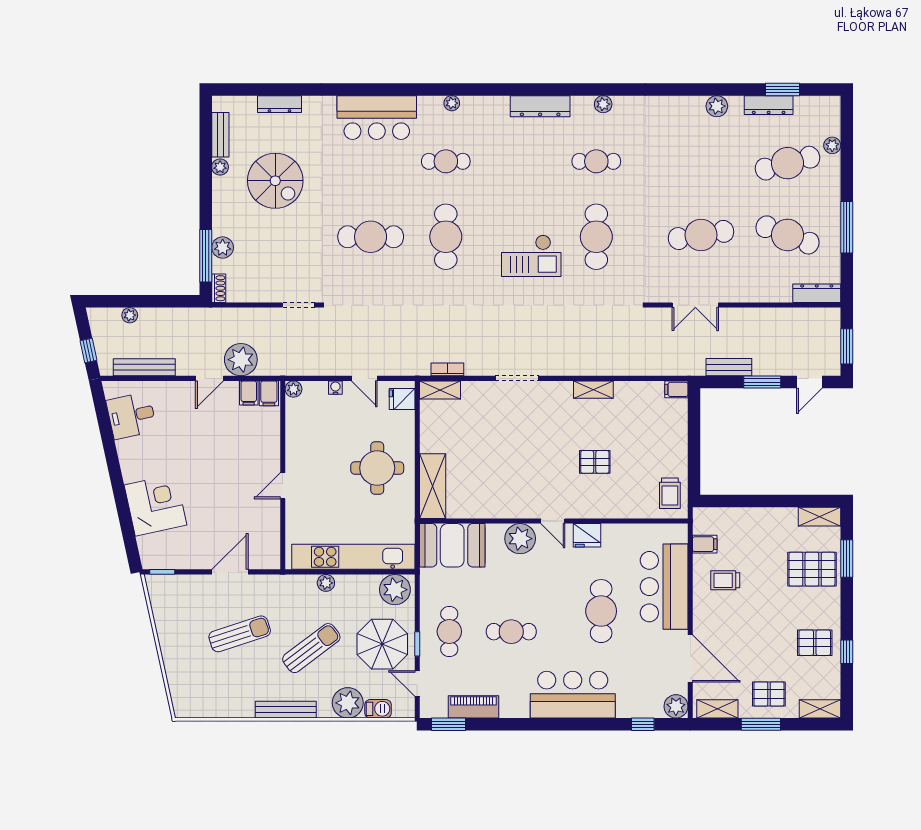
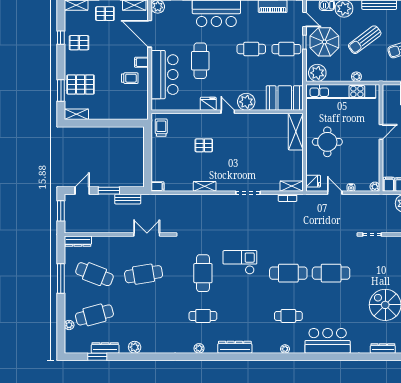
cafe table: (446, 237) -> (288, 273), turned 90
filing cabinet: (705, 544) -> (141, 62), moved
cafe table: (449, 632) -> (286, 49), turned 90

